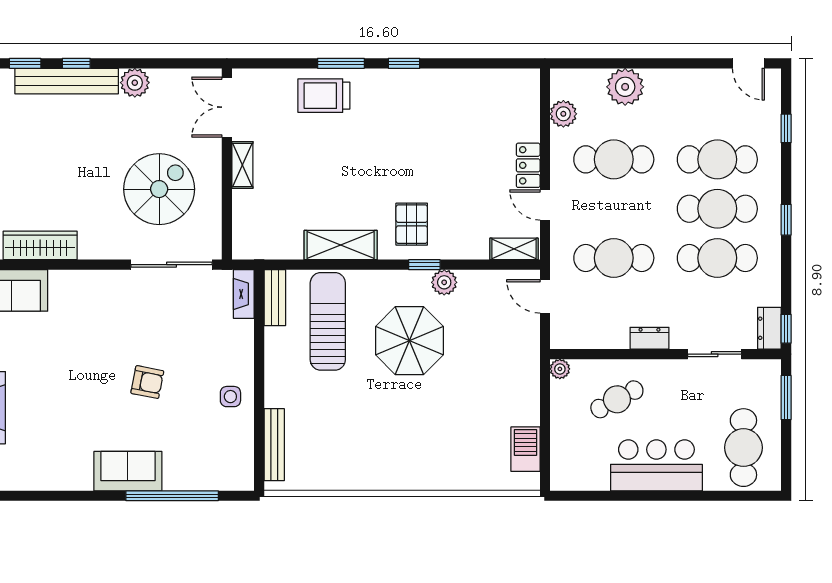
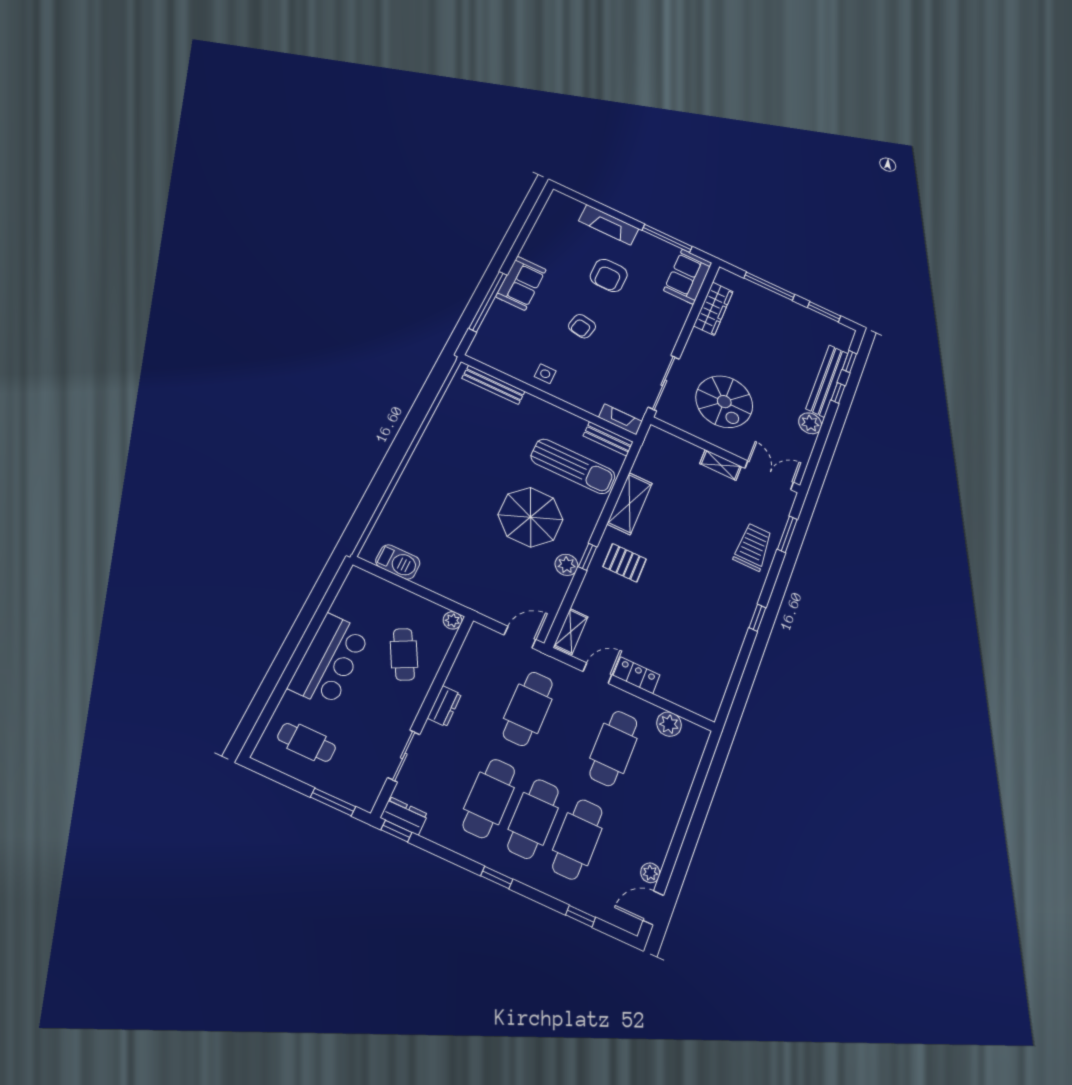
window: (341, 63) -> (787, 534), moved
plant: (625, 87) -> (650, 873), moved, width x0.53, depth x0.53
armchair: (62, 380) -> (609, 275), added
cafe table: (743, 448) -> (307, 742), width x0.73, depth x0.74

